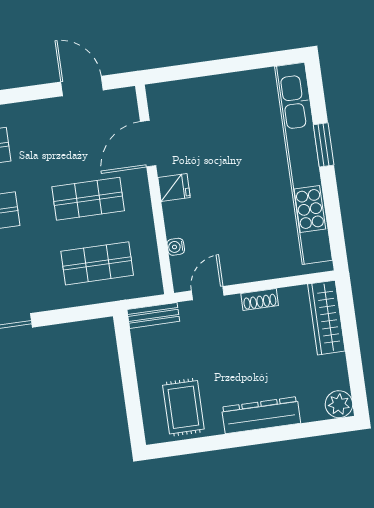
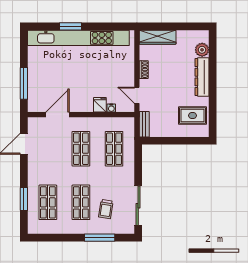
window: (200, 69) -> (24, 83), added
door: (148, 144) -> (57, 115), swing flipped
fridge: (174, 188) -> (100, 105), moved
plant: (339, 404) -> (202, 50), moved

